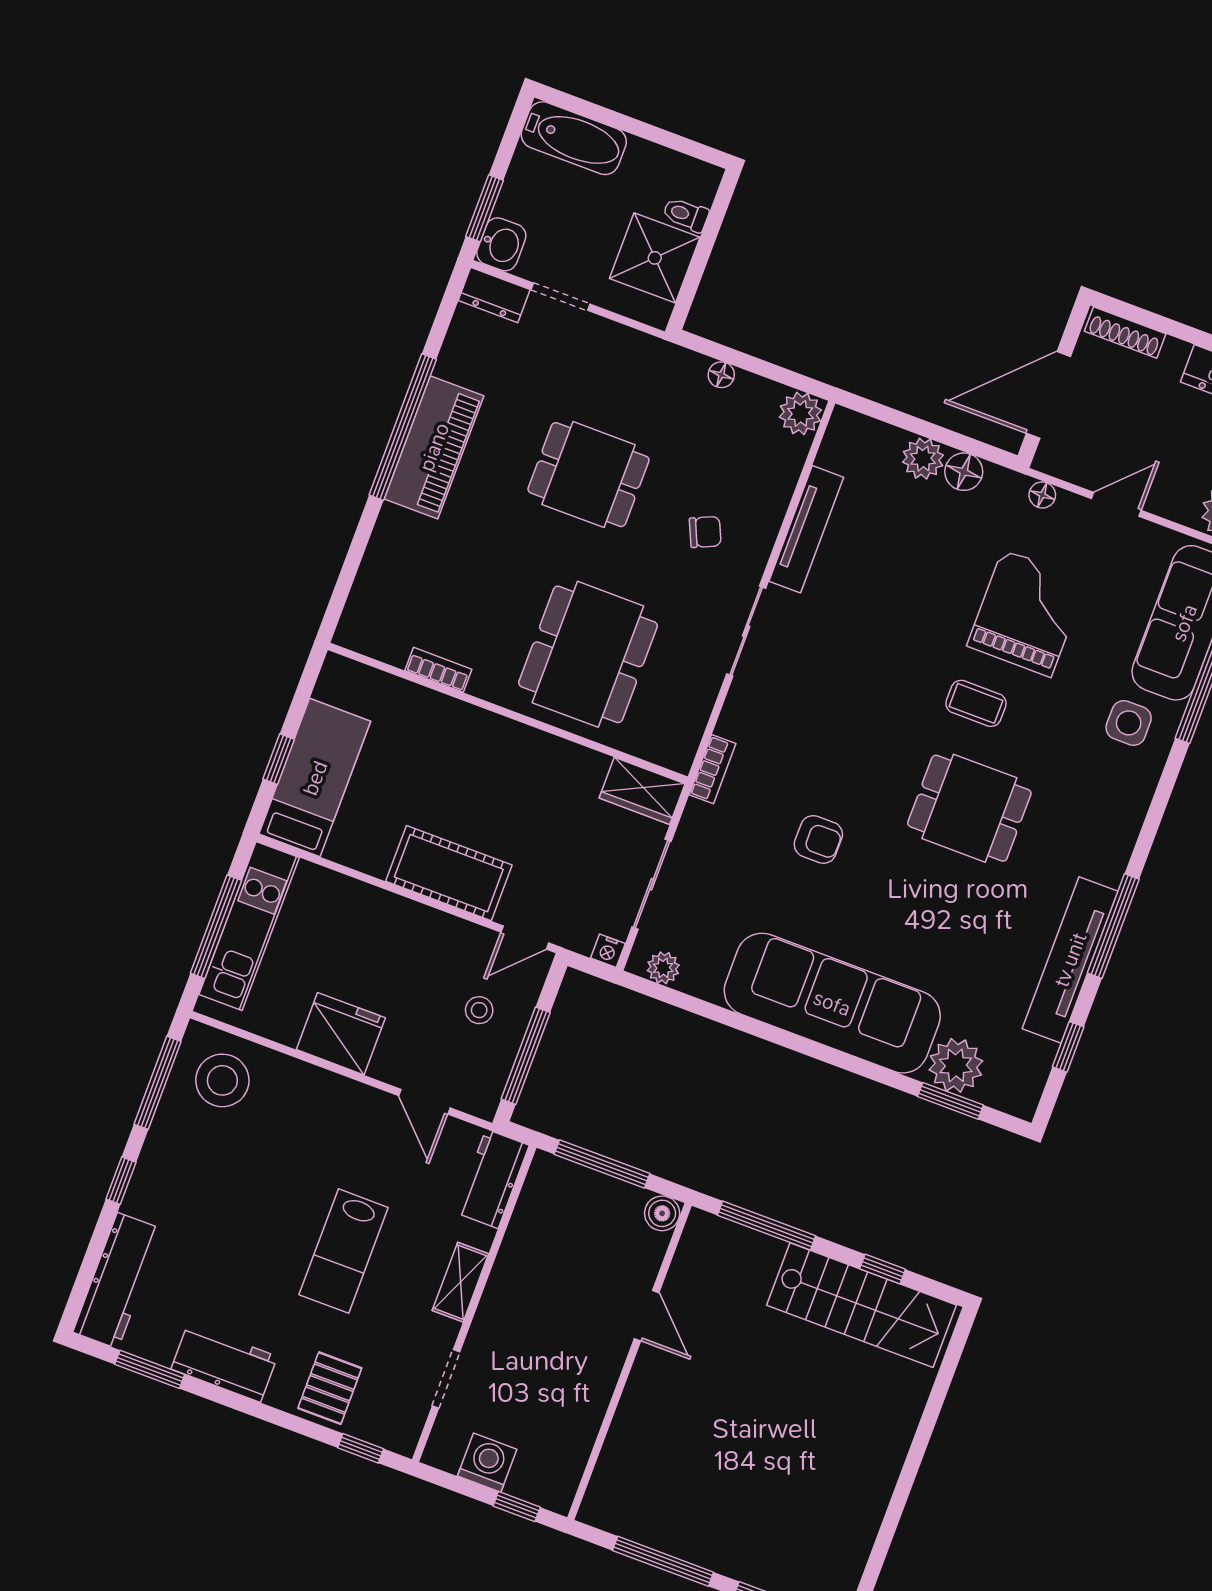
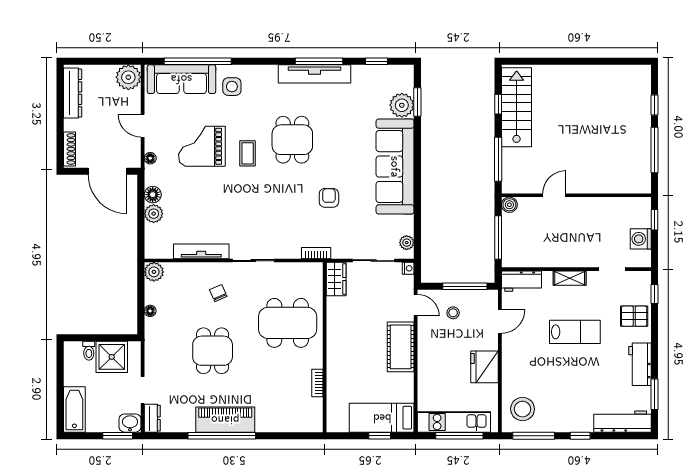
tv unit: (1070, 960) -> (315, 74), moved

